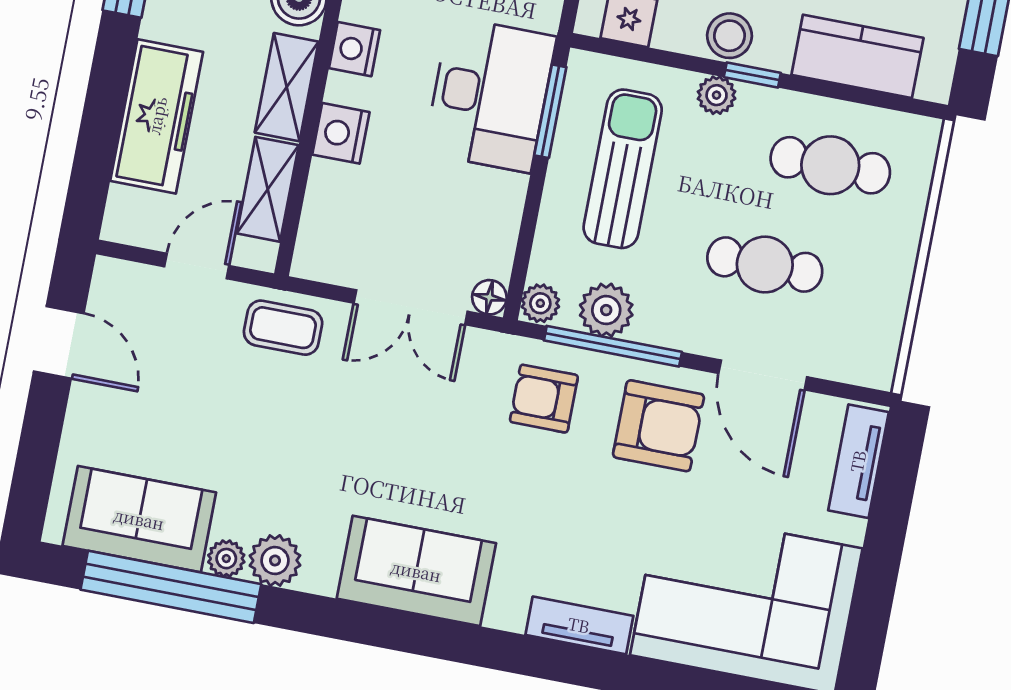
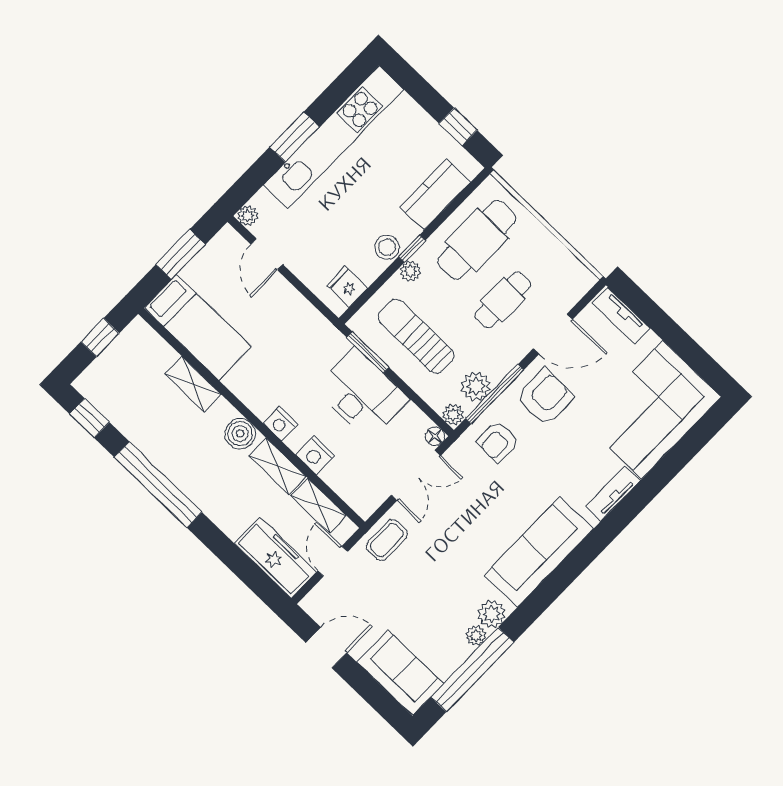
desk: (490, 95) -> (362, 394), moved
freezer: (157, 116) -> (275, 558), moved
cafe table: (830, 165) -> (477, 240), width x1.37, depth x1.35
sofa: (139, 519) -> (400, 673), moved, turned 90
sofa: (416, 571) -> (539, 552), width x1.36

